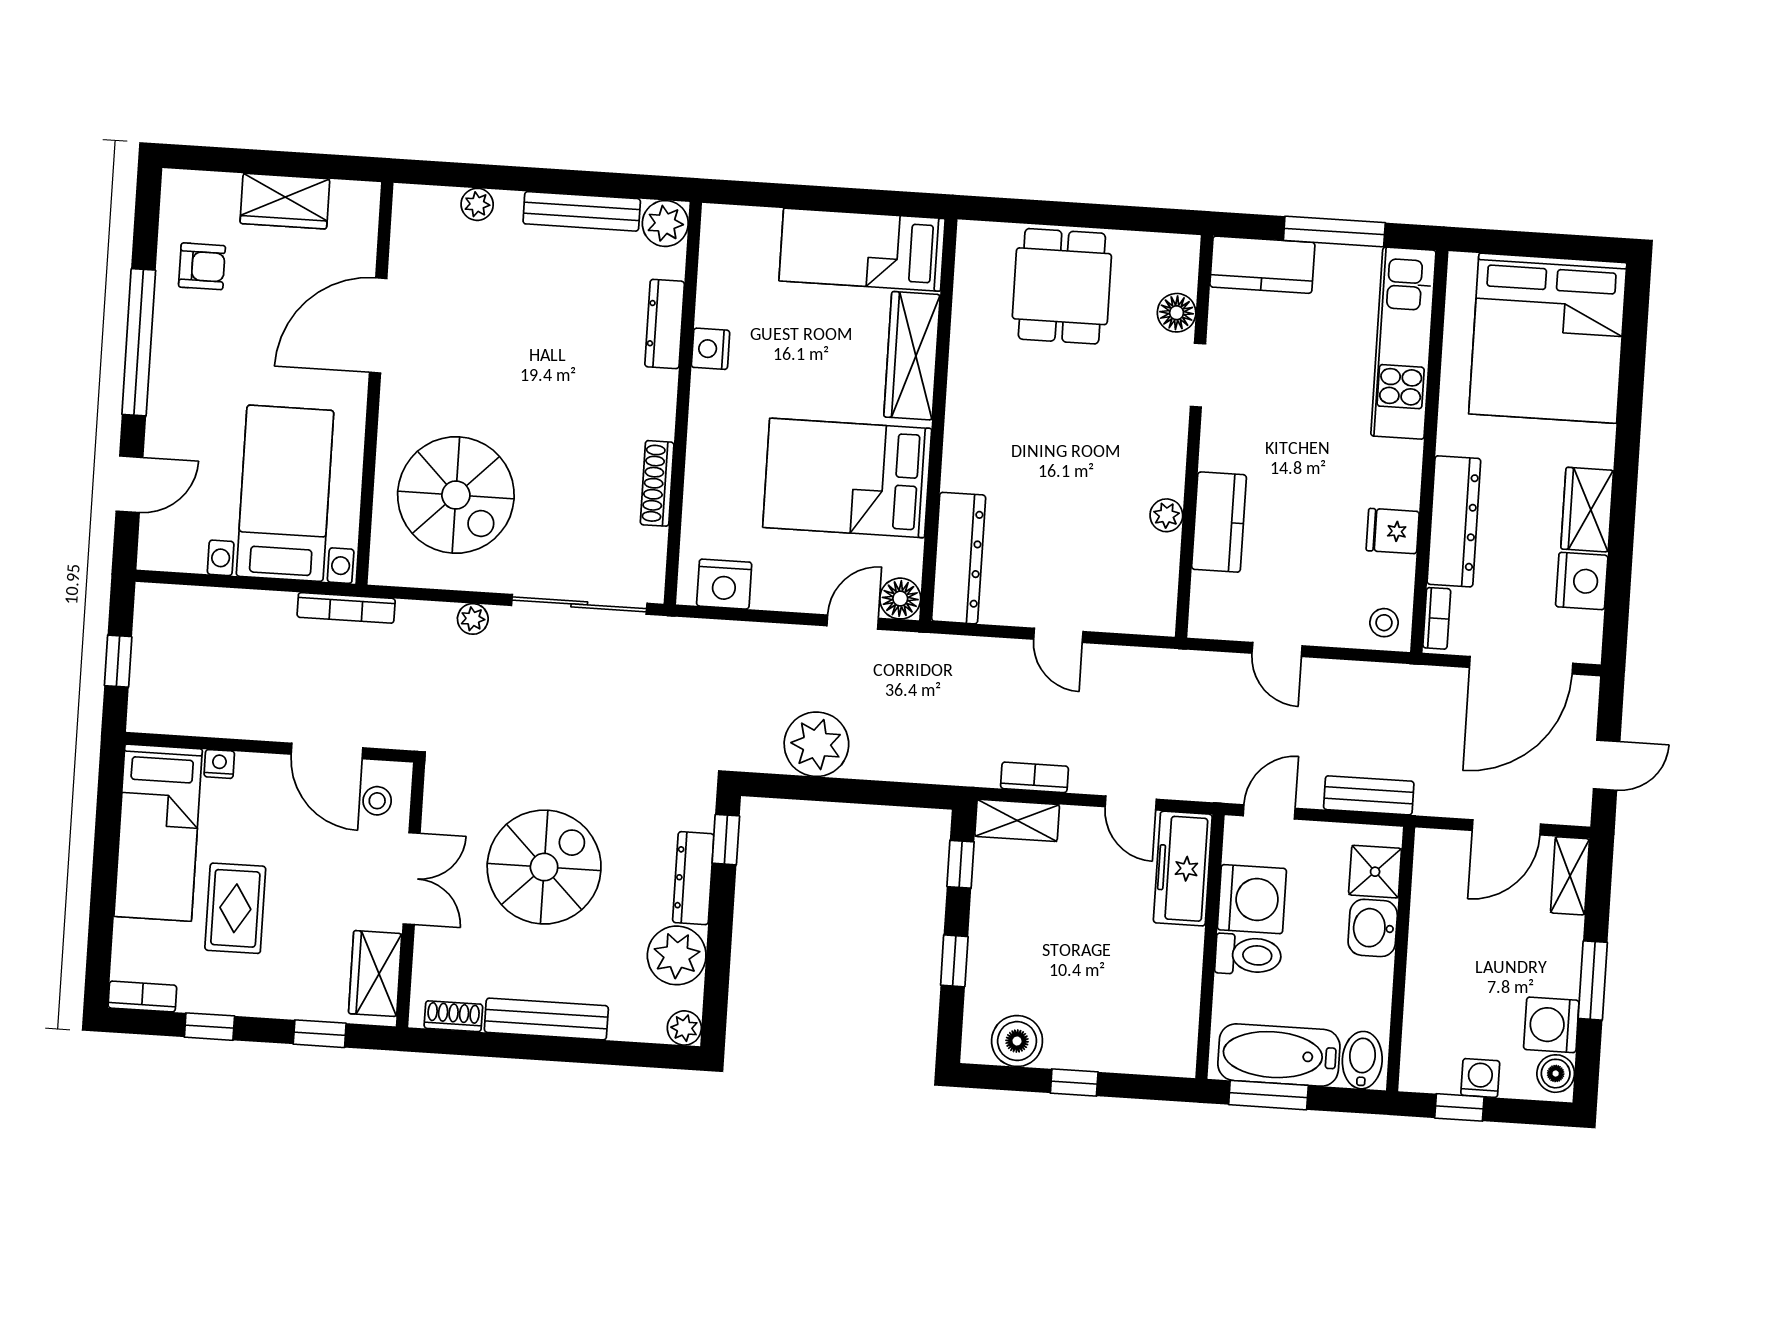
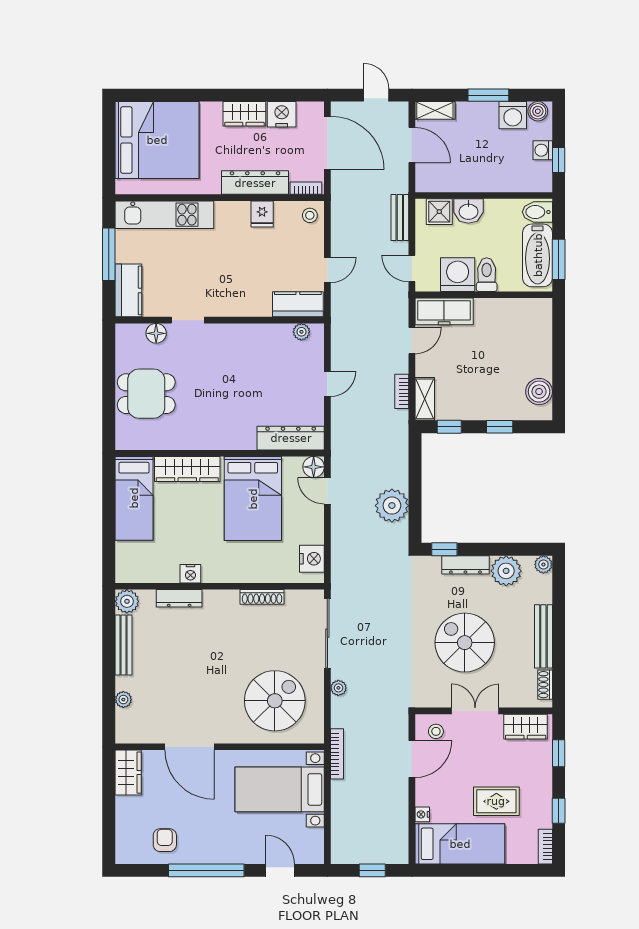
wardrobe: (285, 201) -> (128, 773), moved
plant: (1166, 515) -> (301, 332), moved
kitchen counter: (1219, 522) -> (298, 304), moved
window: (1074, 1083) -> (559, 361), removed

